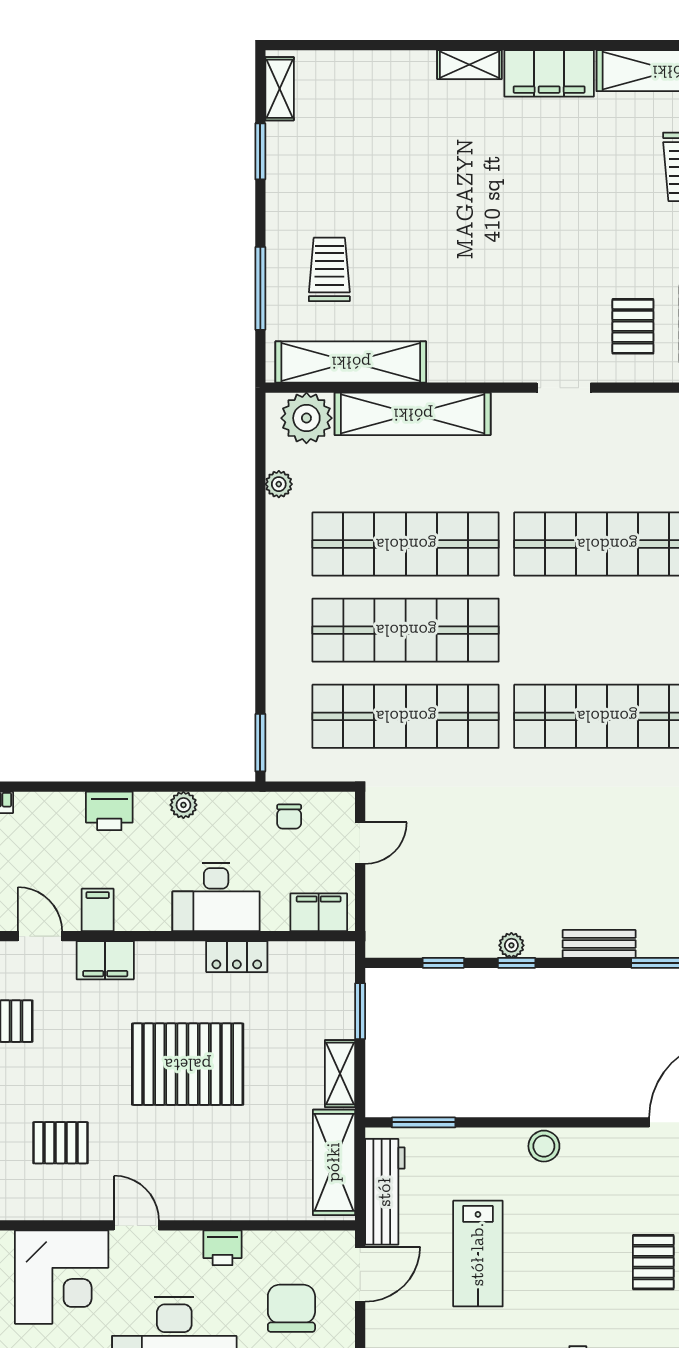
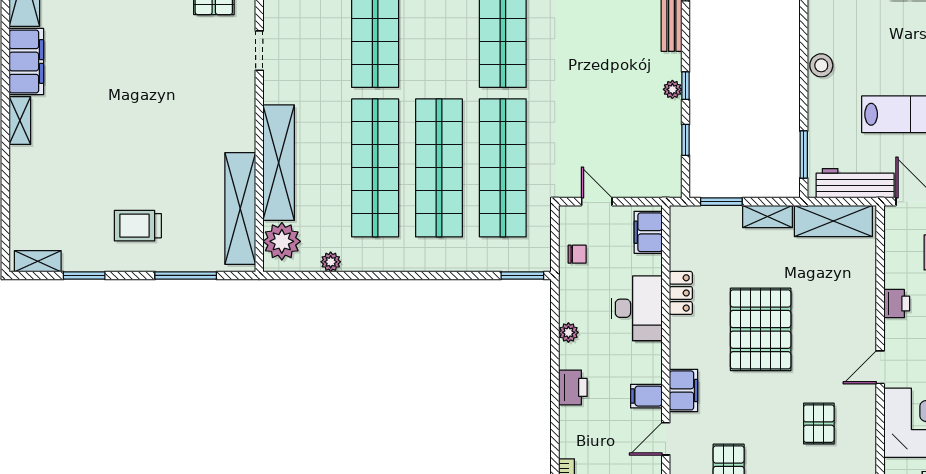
trolley: (329, 269) -> (138, 226), moved

